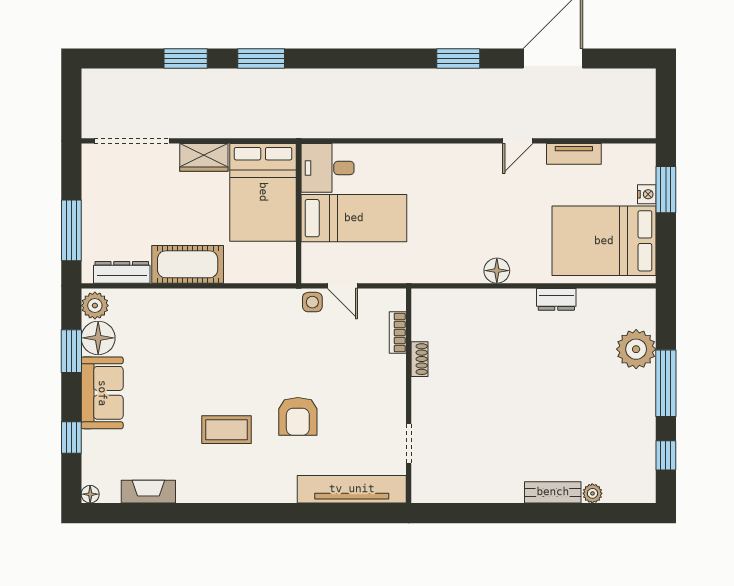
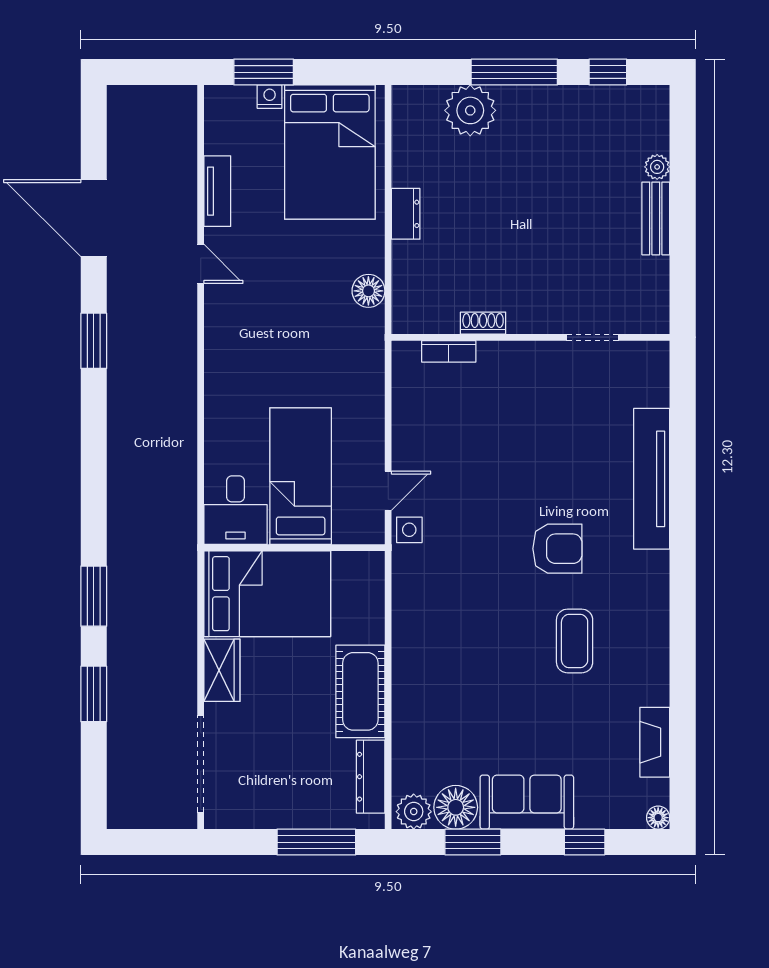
bookcase: (398, 333) -> (449, 351), moved
shoe rack: (419, 359) -> (483, 323), moved
wall: (409, 396) -> (531, 337), moved
doorway: (409, 444) -> (593, 337), moved

